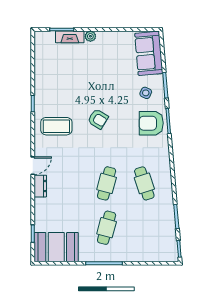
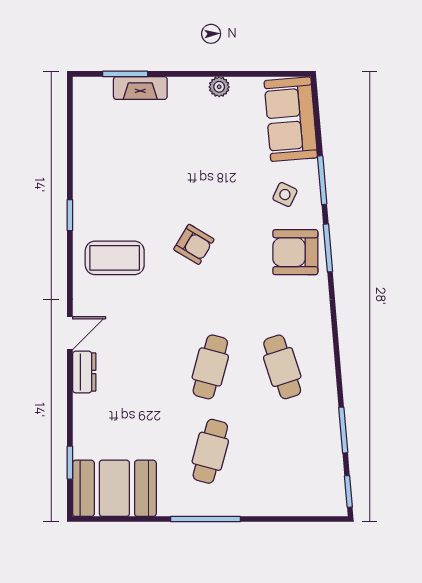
plant: (90, 36) -> (219, 87), moved

